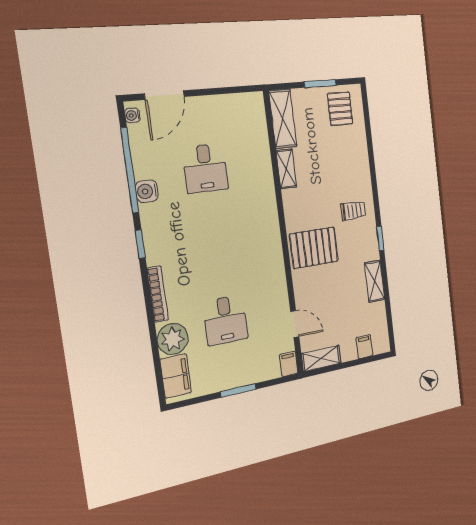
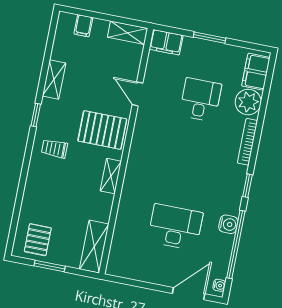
desk: (205, 168) -> (175, 227), width x1.37
shelving: (286, 169) -> (111, 176), moved
door: (295, 324) -> (137, 94), moved
filing cabinet: (289, 364) -> (166, 42), width x2.00

